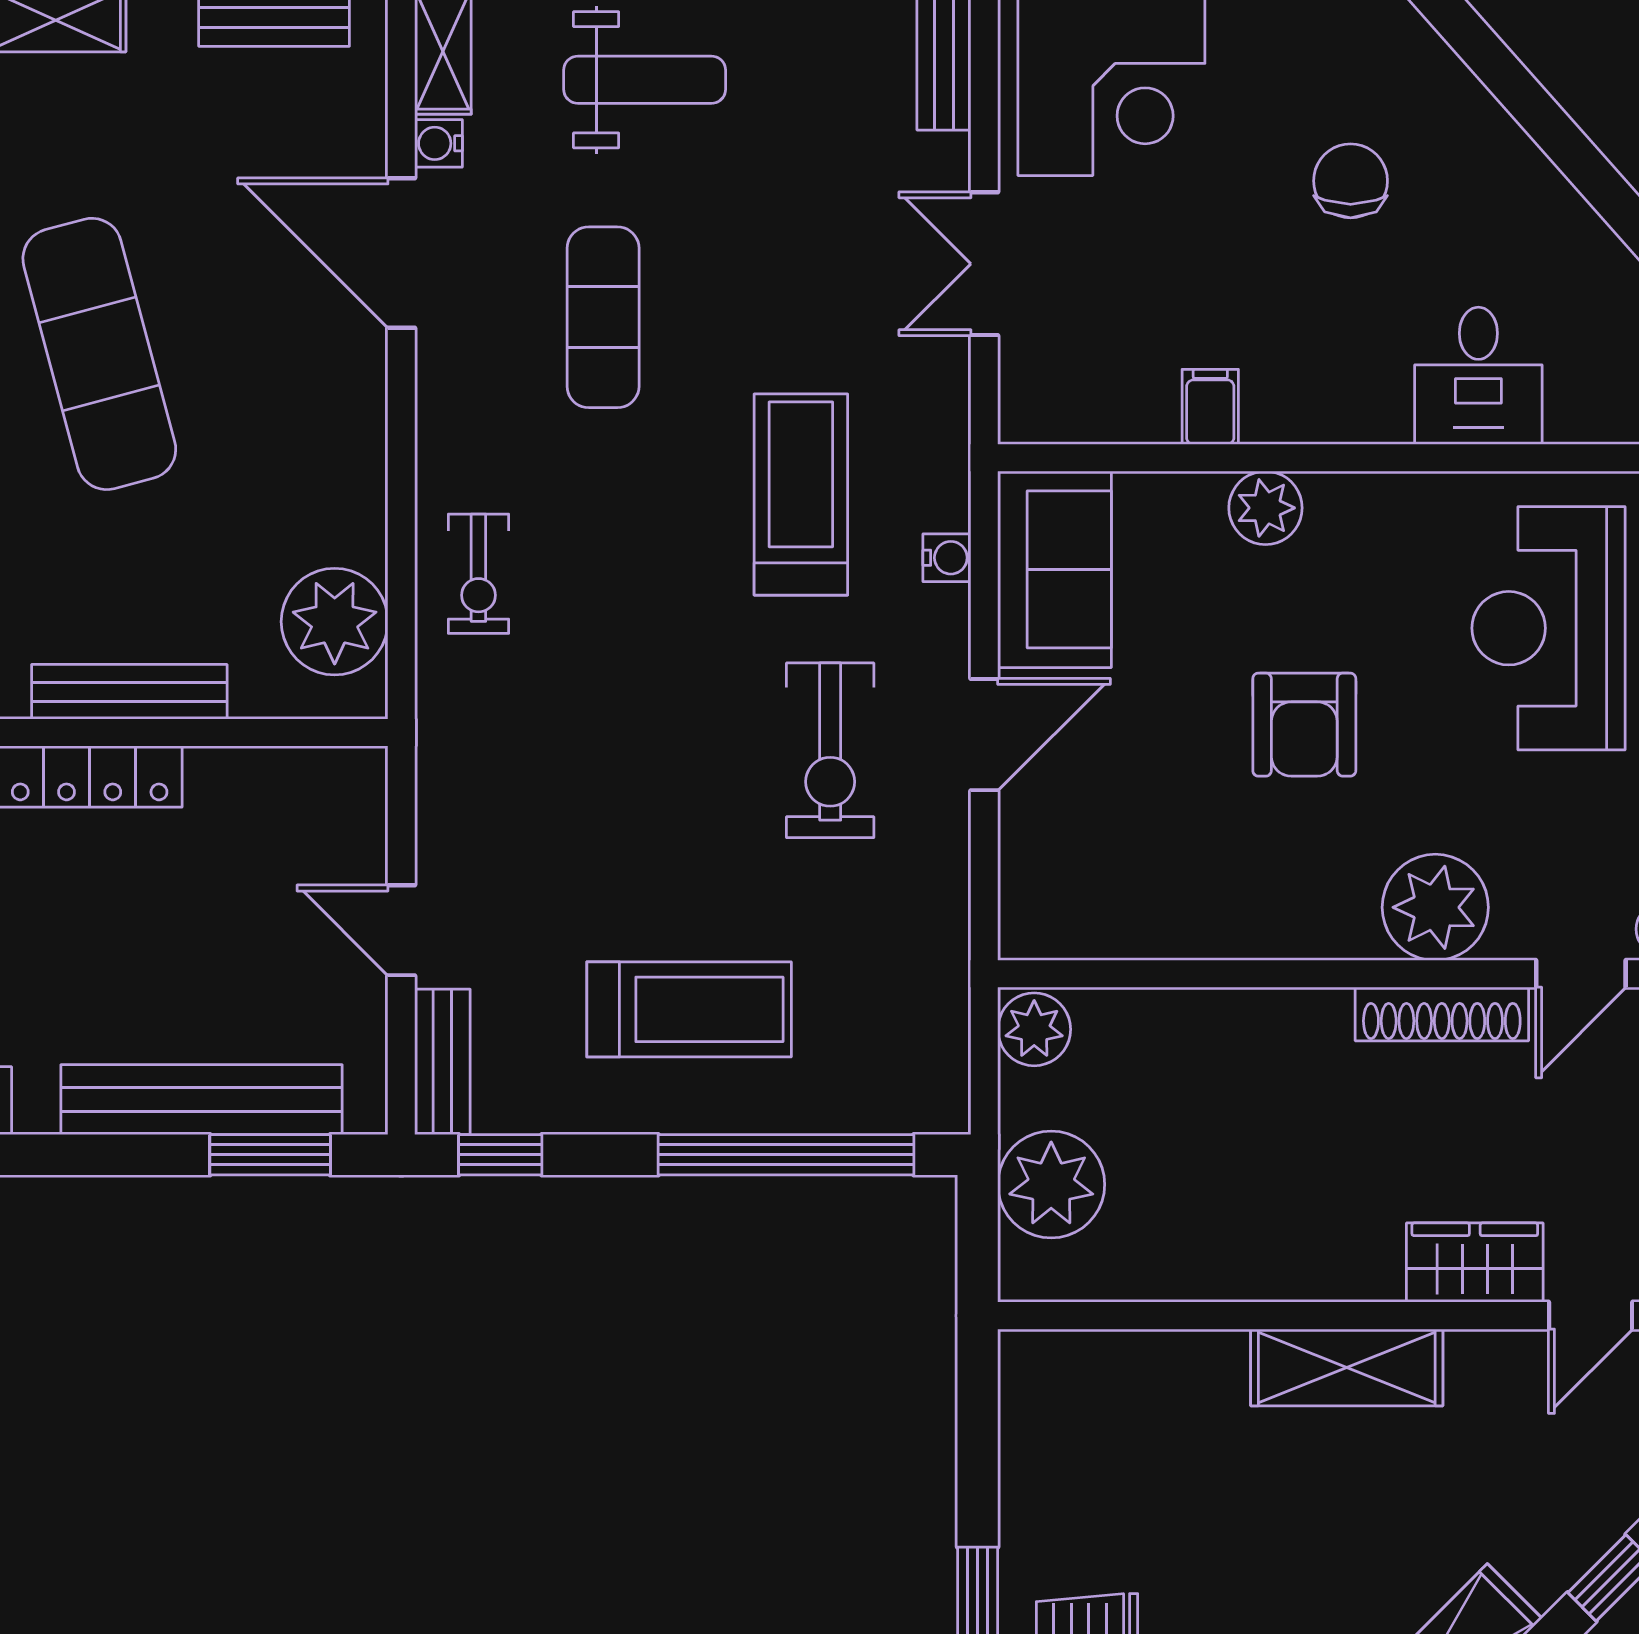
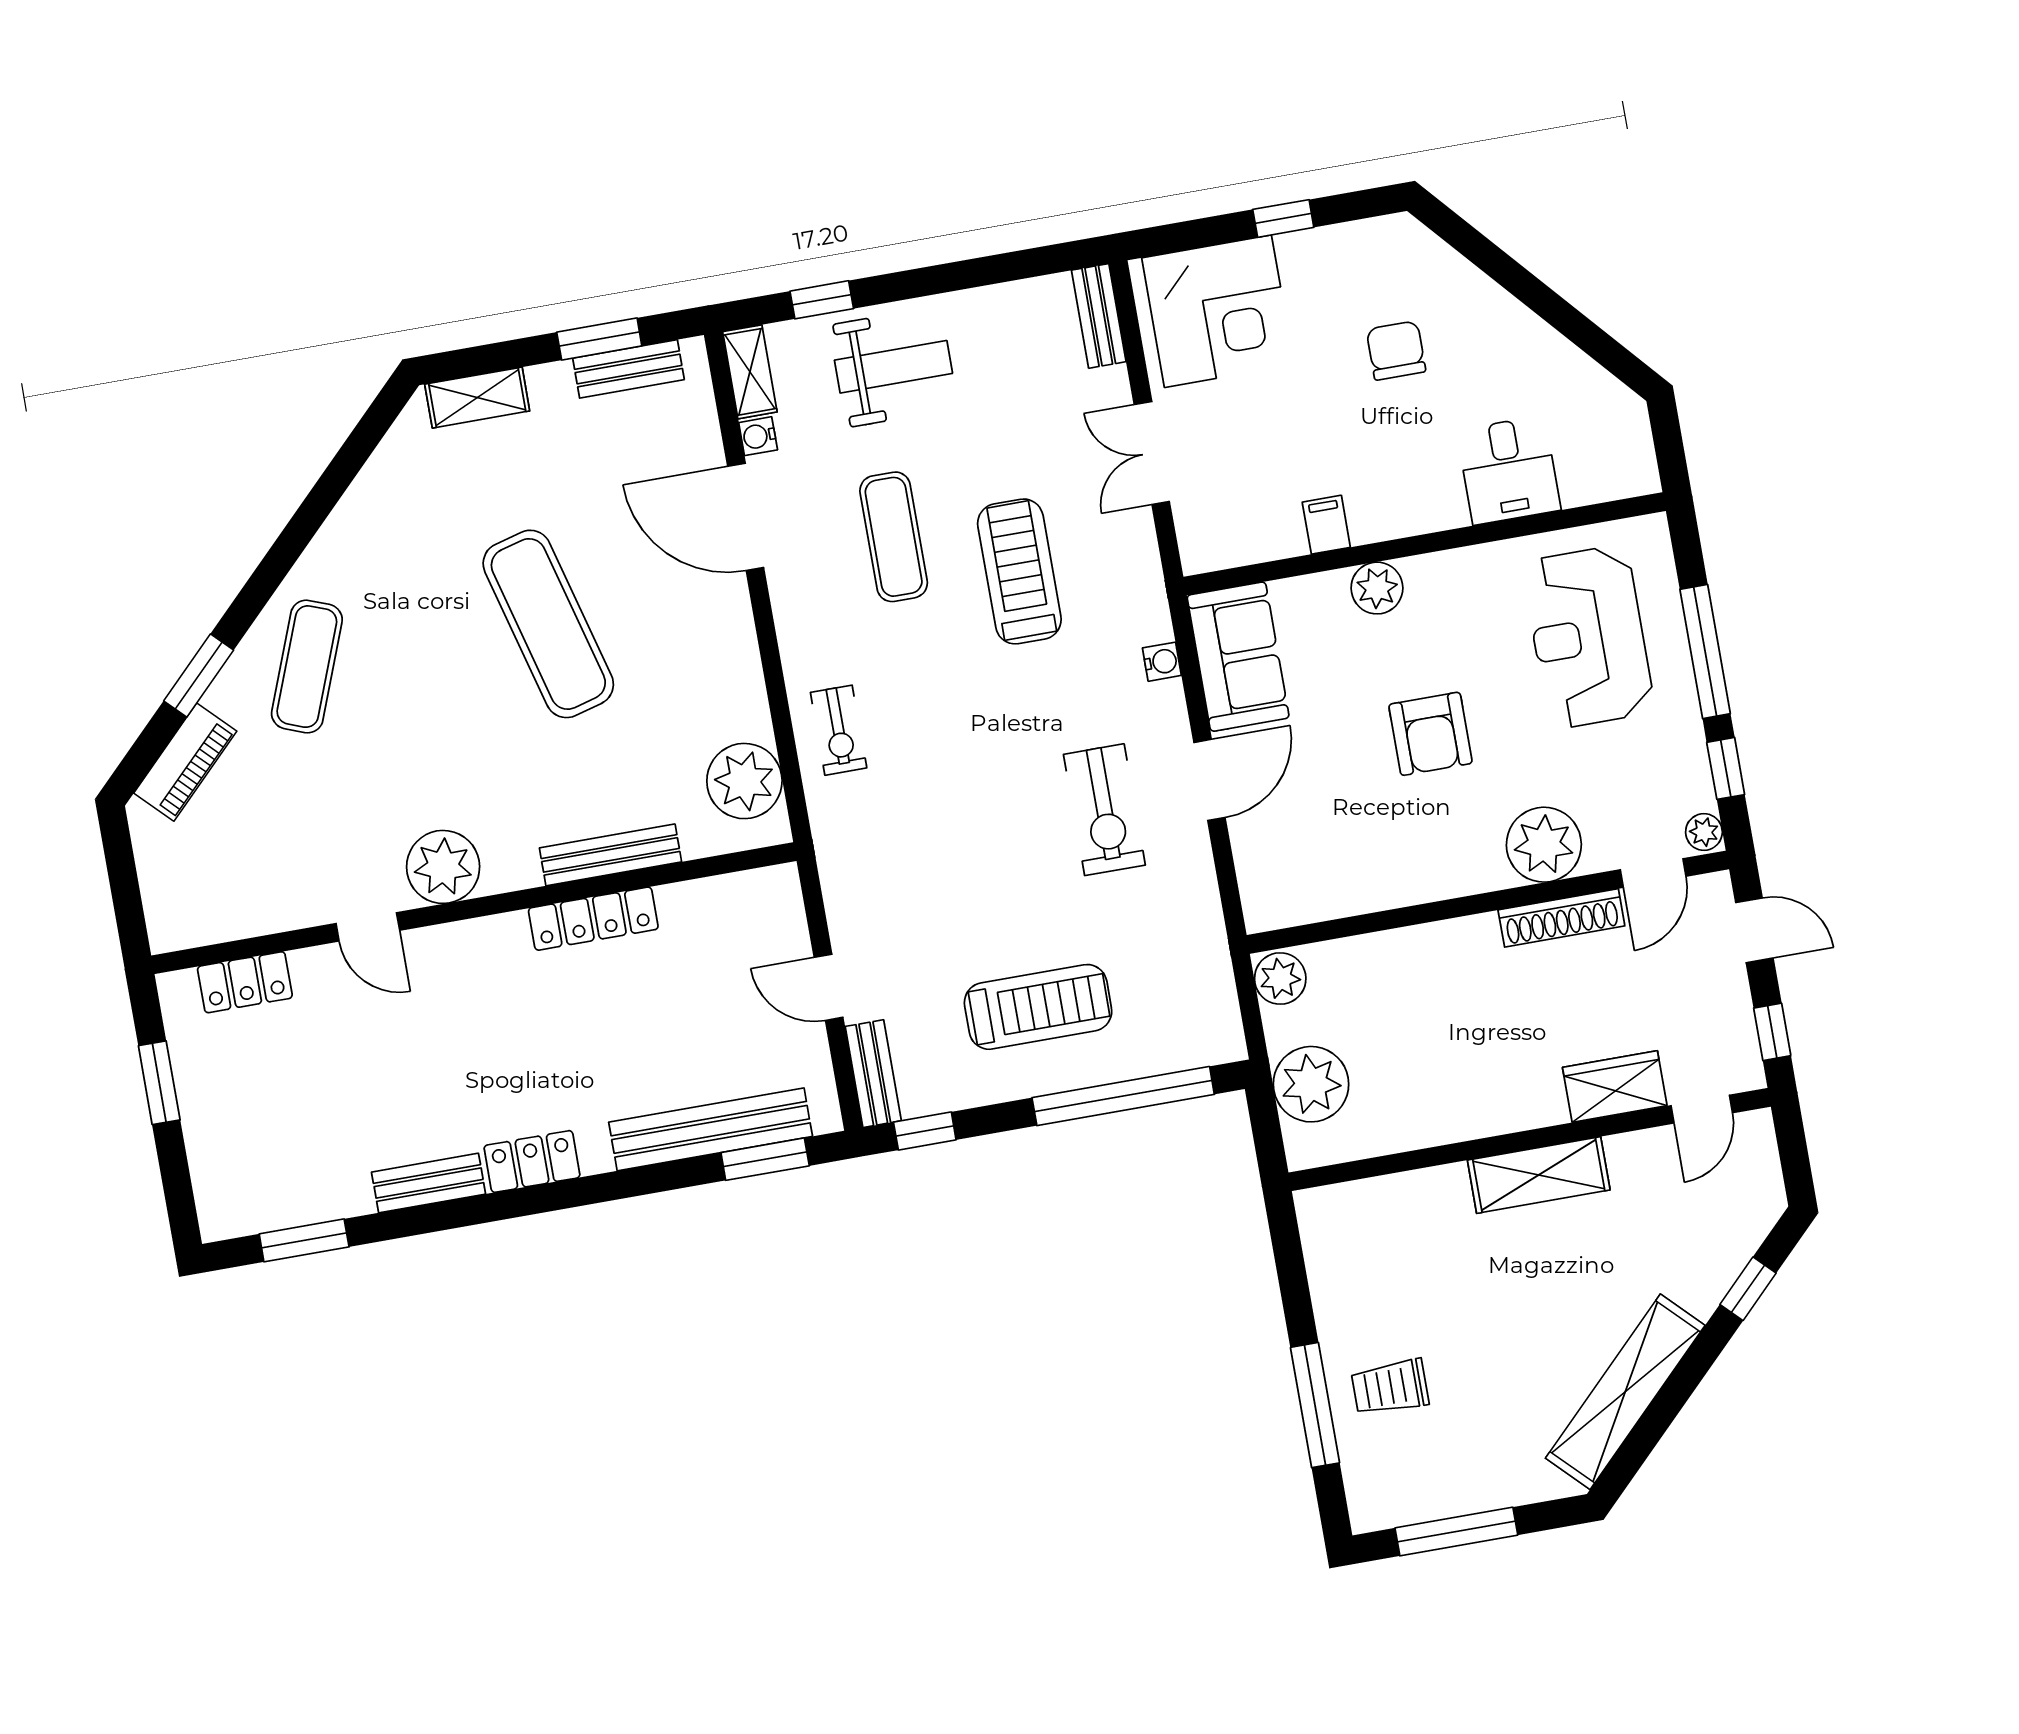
treadmill: (801, 495) -> (1019, 571), moved

